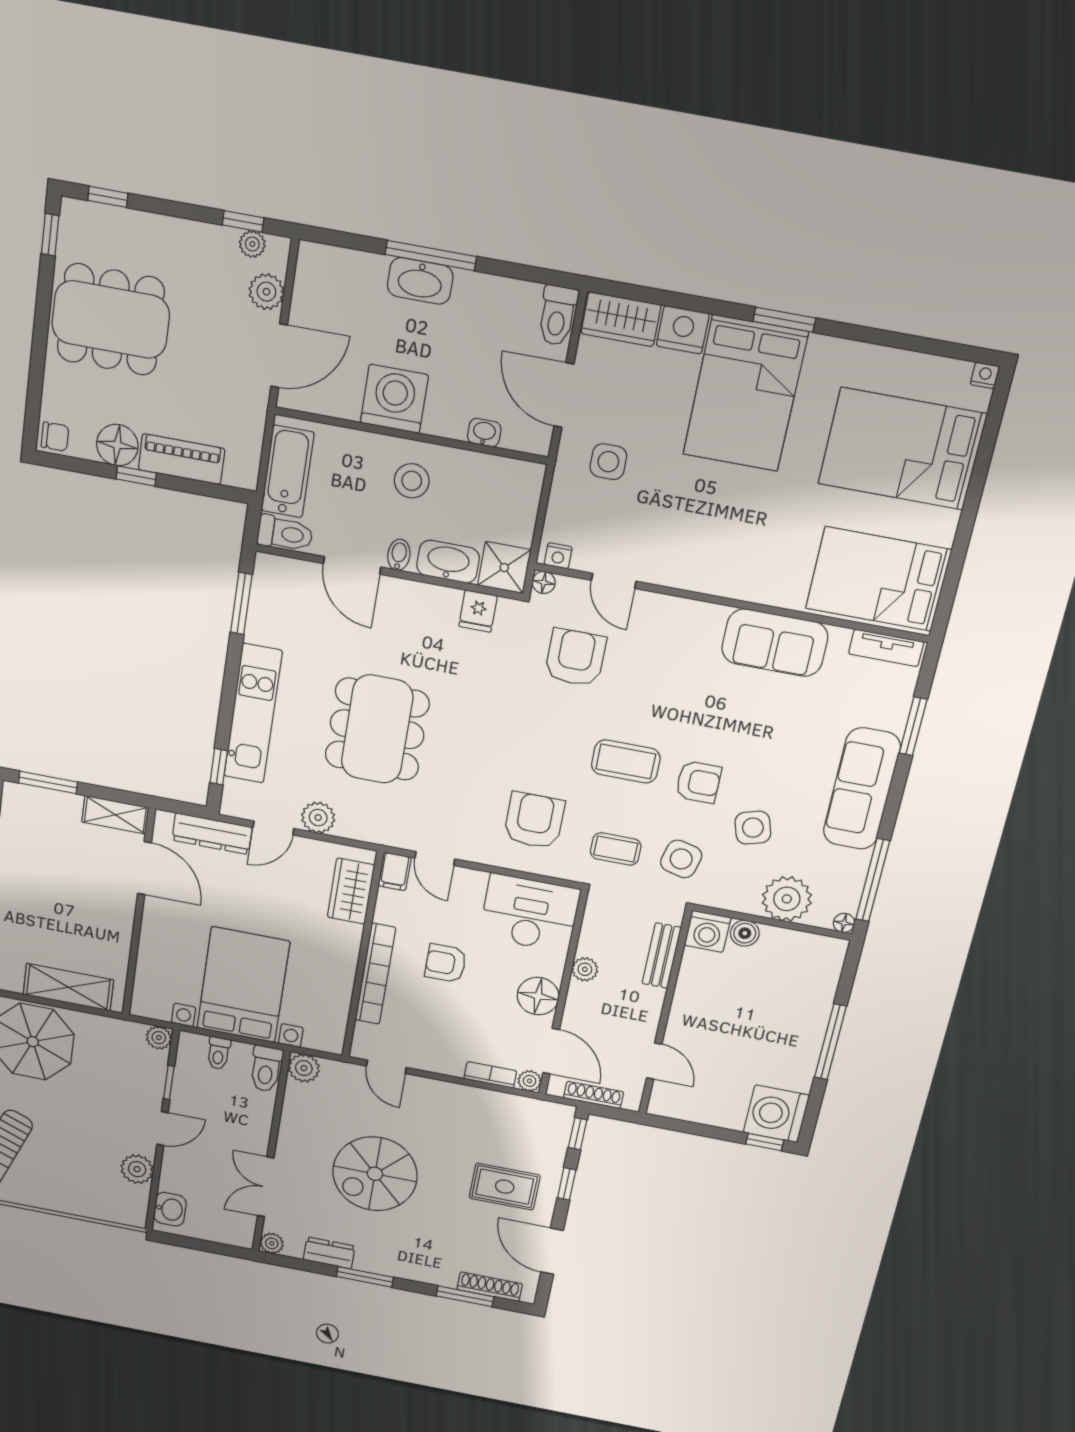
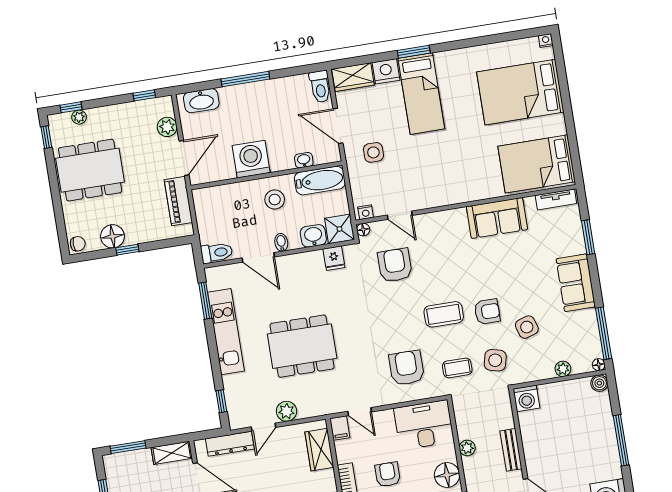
plant: (252, 244) -> (79, 117), moved
washbasin: (420, 281) -> (201, 101), moved
window: (784, 320) -> (414, 52), moved
bed: (745, 393) -> (421, 94), width x0.67
piano: (182, 459) -> (178, 201), moved, turned -90
bathtub: (288, 471) -> (320, 181), moved, turned 90
washbasin: (448, 562) -> (313, 236), width x0.72
kitchen unit: (253, 714) -> (226, 332), moved
dining table: (377, 729) -> (302, 346), turned 90
sofa: (862, 789) -> (576, 283), width x0.73
plant: (787, 899) -> (563, 369), width x0.53, depth x0.53
boiler: (745, 933) -> (599, 383), moved
bench: (662, 956) -> (511, 450), moved
armchair: (446, 963) -> (388, 474), turned 90

